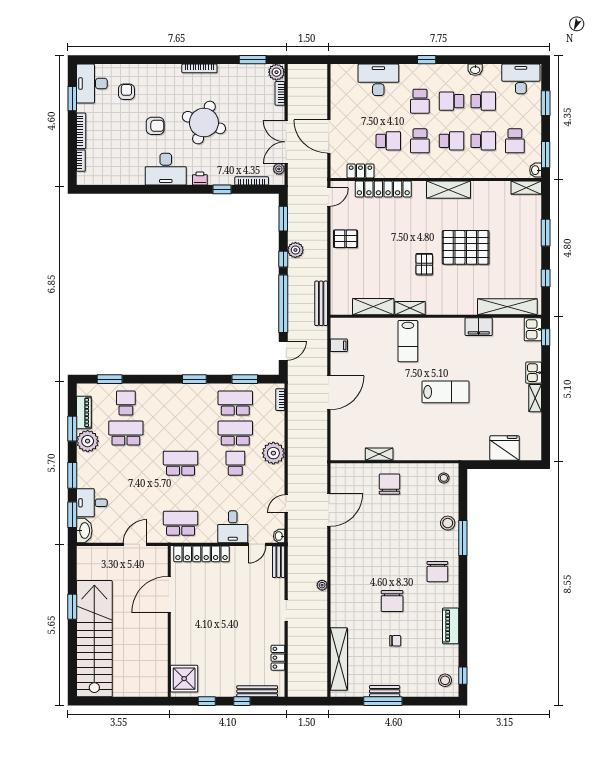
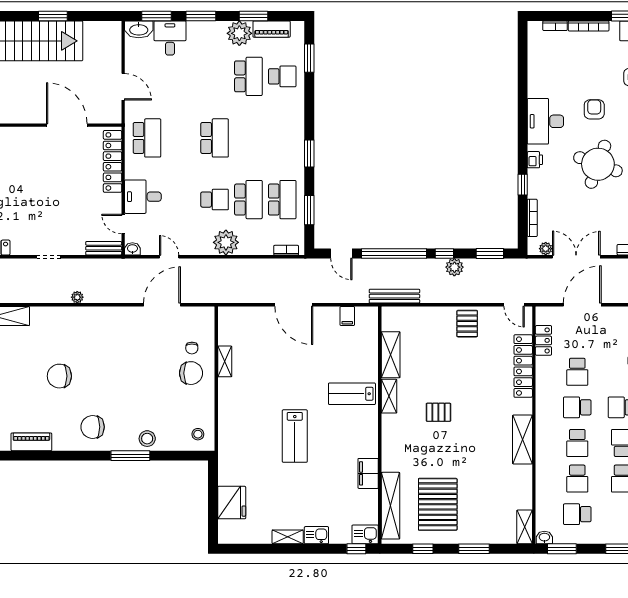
armchair: (155, 126) -> (594, 109), turned 180
pallet: (466, 247) -> (438, 504), moved
door: (329, 510) -> (162, 305), swing flipped
chair: (395, 641) -> (192, 348), moved

